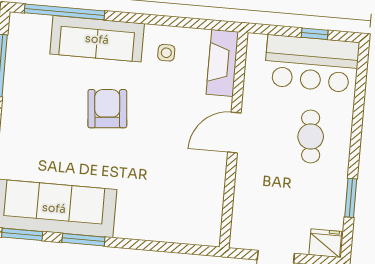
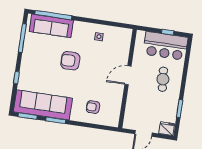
sofa: (97, 39) -> (51, 26), moved
fireplace: (222, 63) -> (124, 43), removed
armchair: (107, 109) -> (70, 61), turned -85
armchair: (163, 206) -> (93, 107), added

